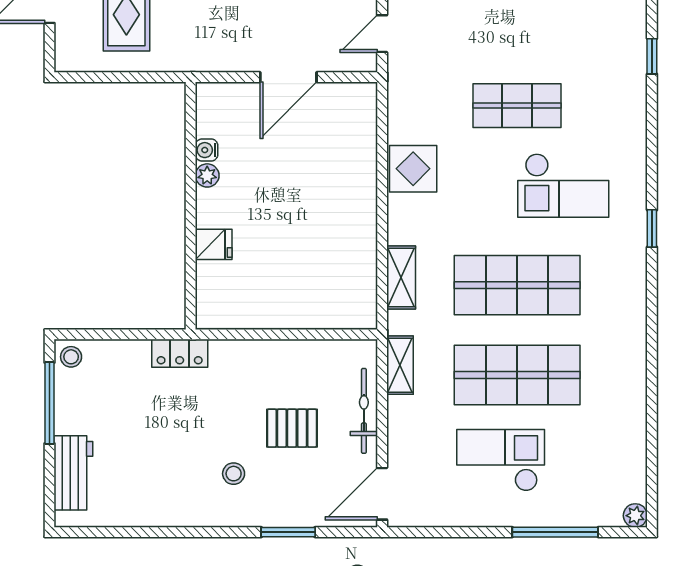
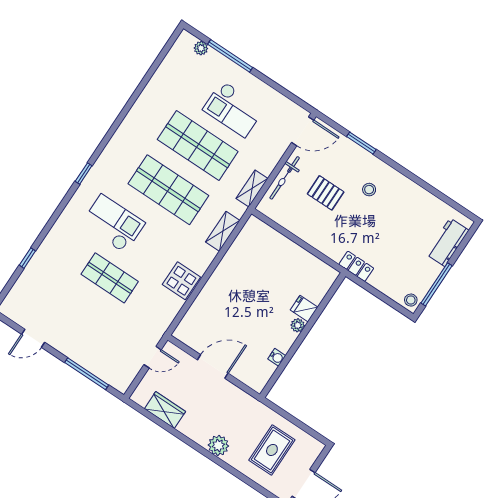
plant: (207, 175) -> (298, 325), moved
plant: (635, 516) -> (201, 48), moved

